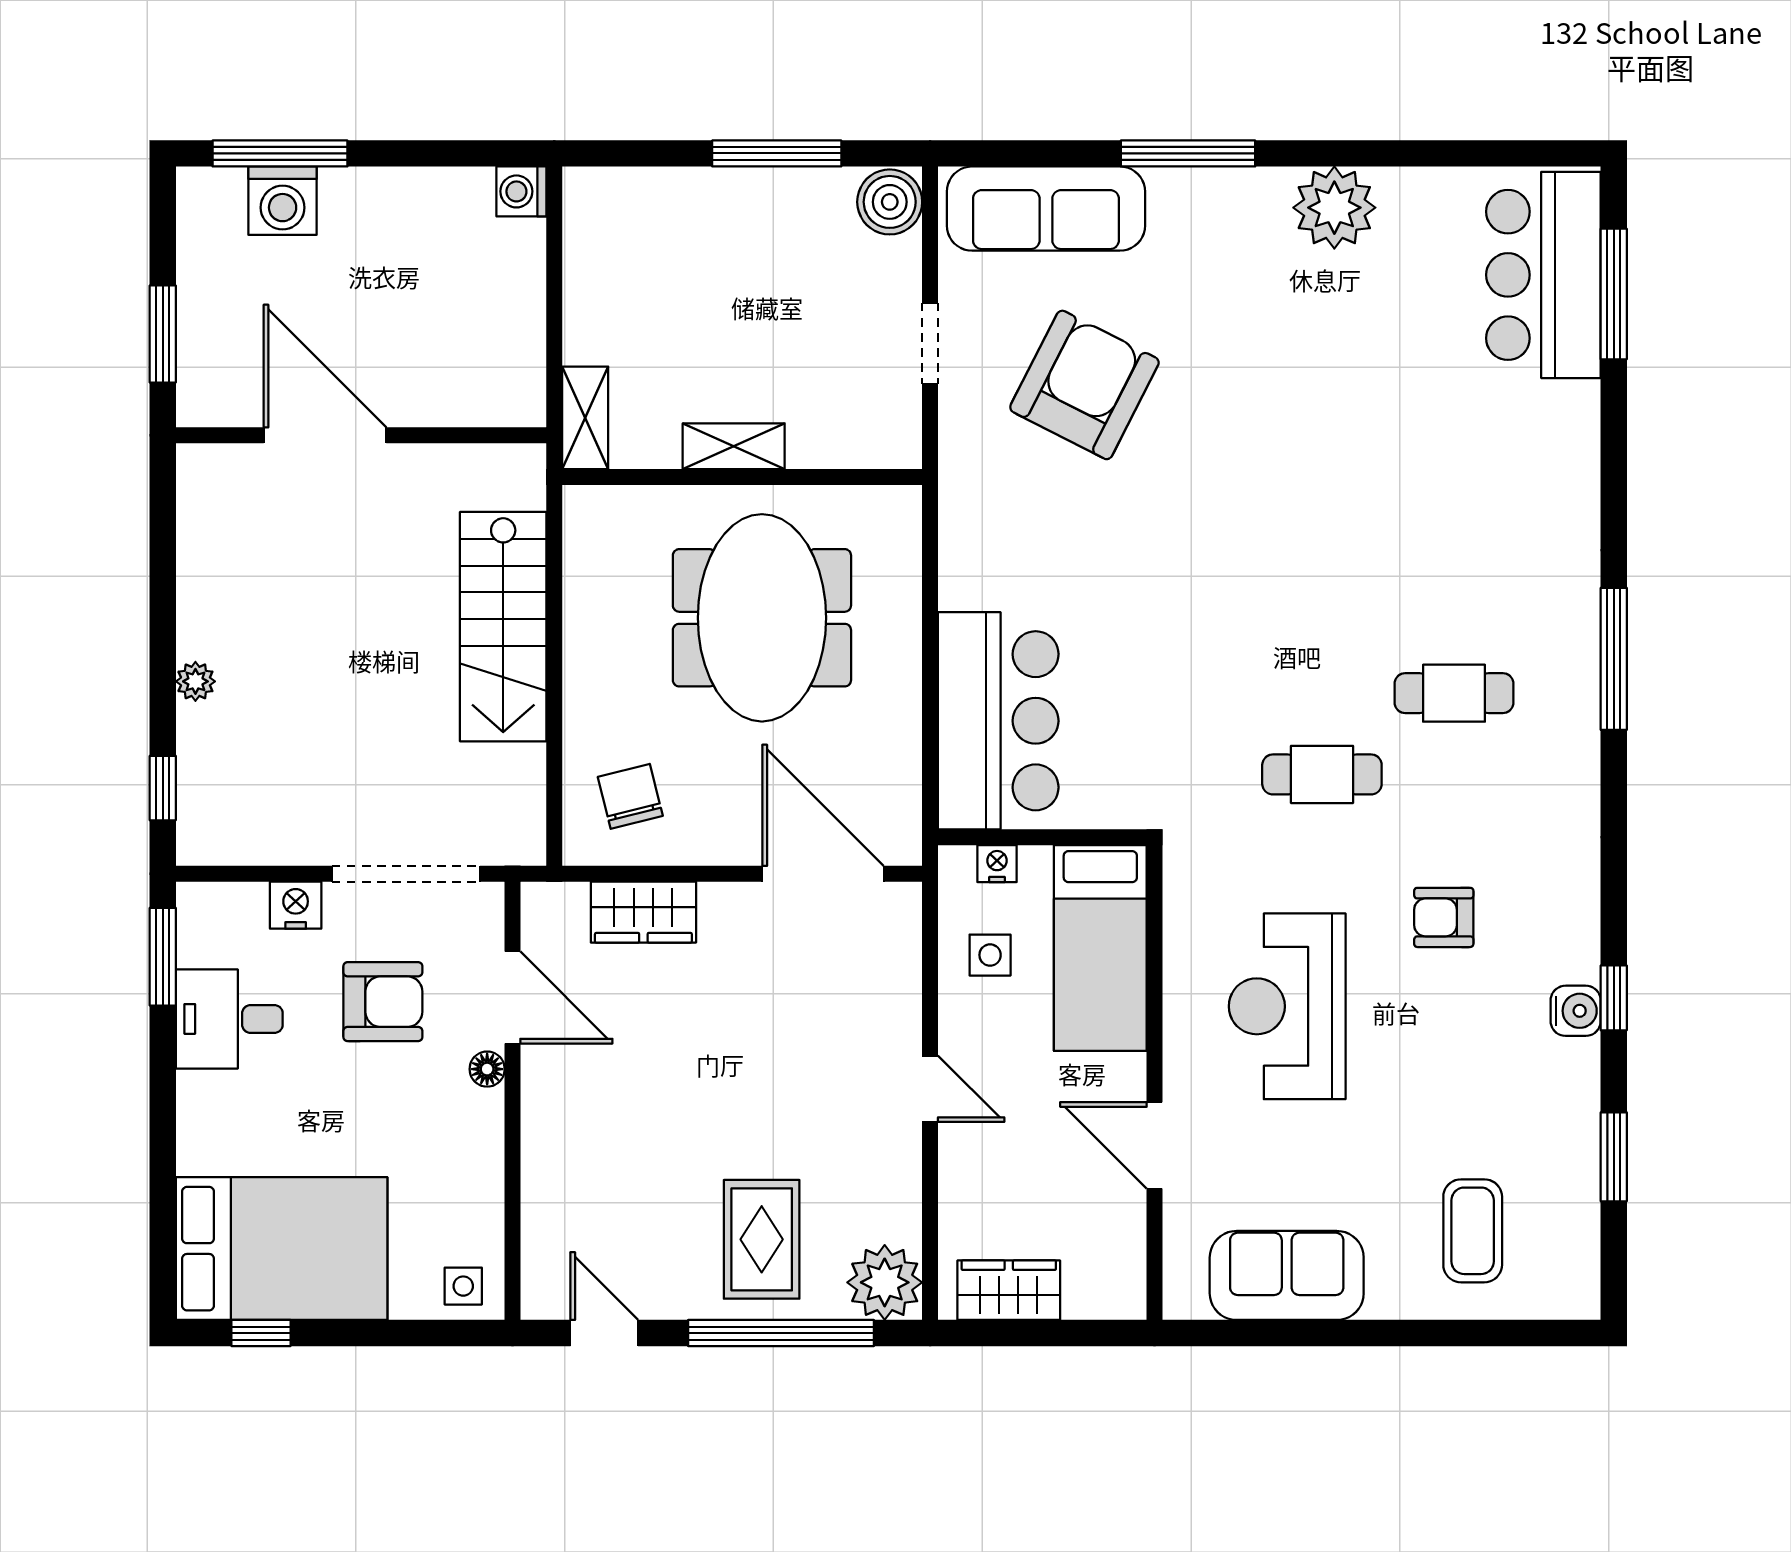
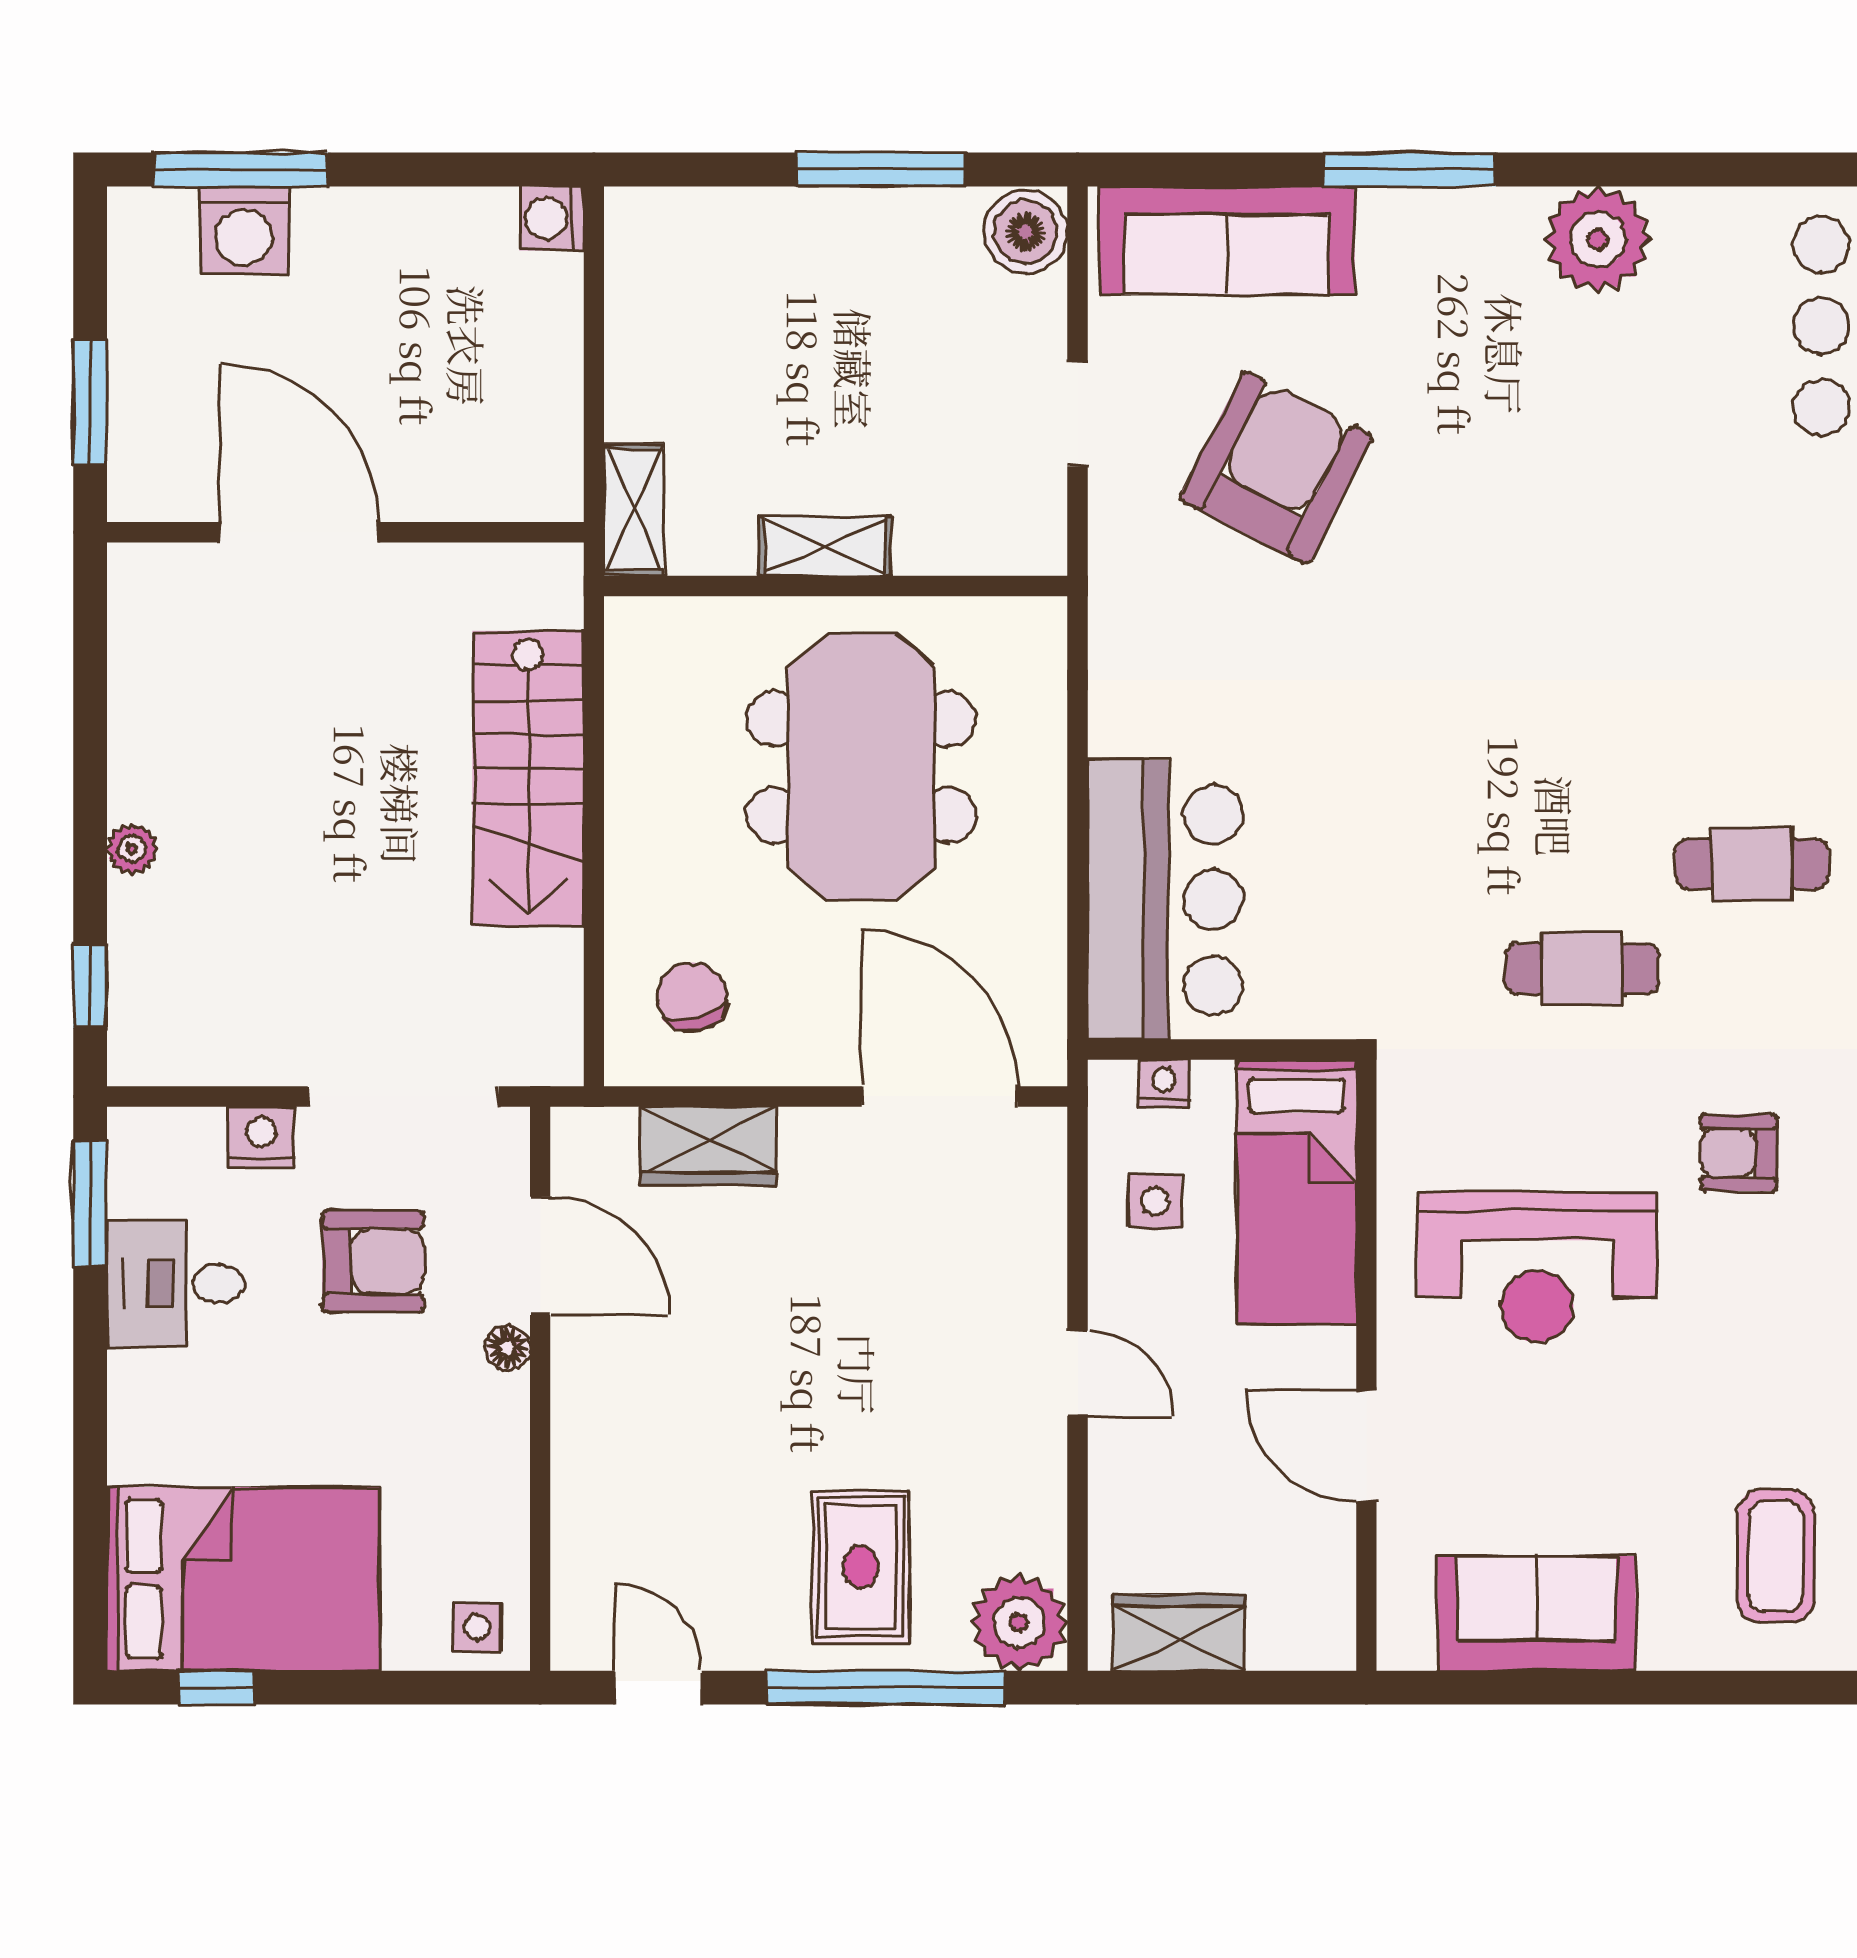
reception desk: (1287, 1006) -> (1537, 1267), turned -90

